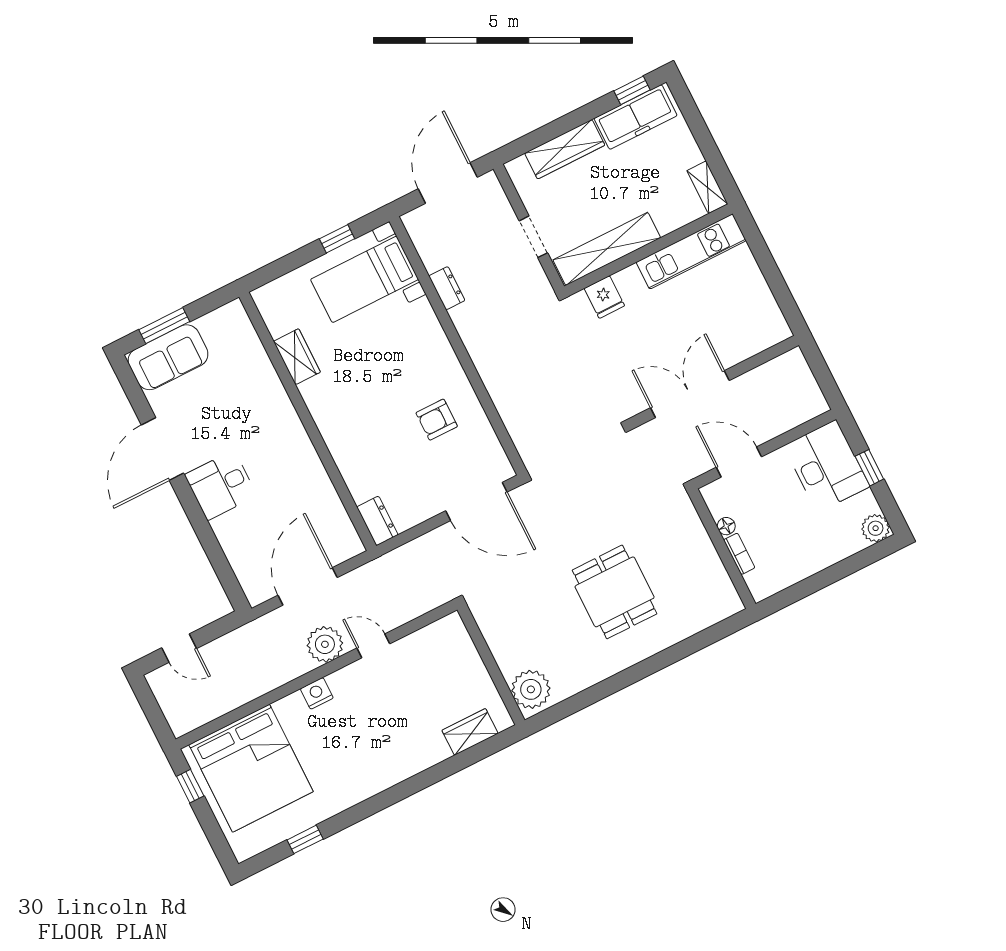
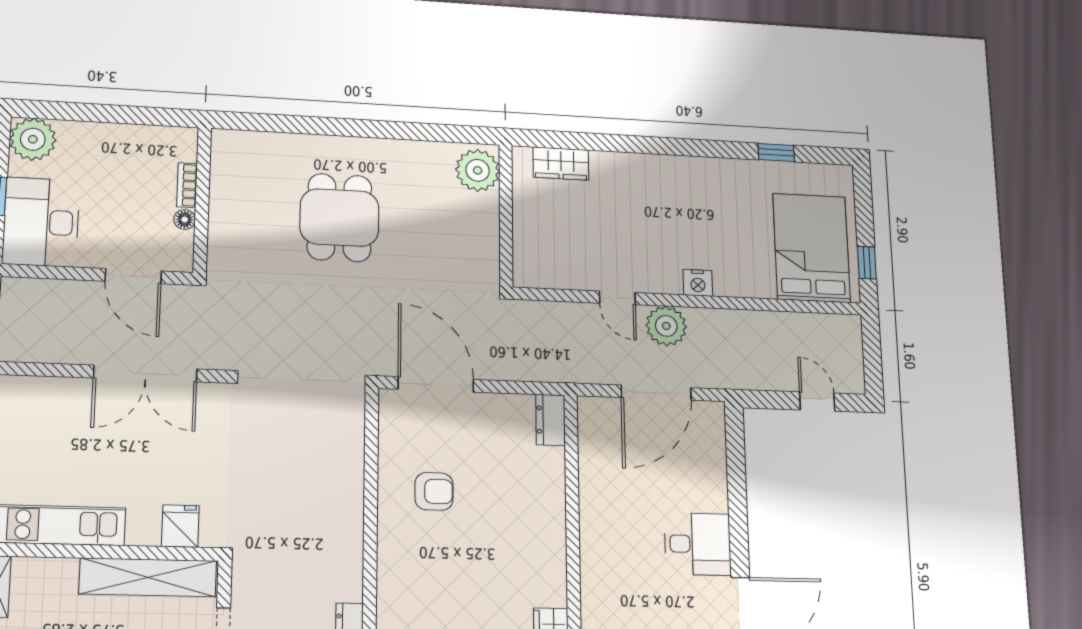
plant: (876, 528) -> (33, 139), width x1.36, depth x1.36
bed: (251, 768) -> (811, 248), width x0.73

